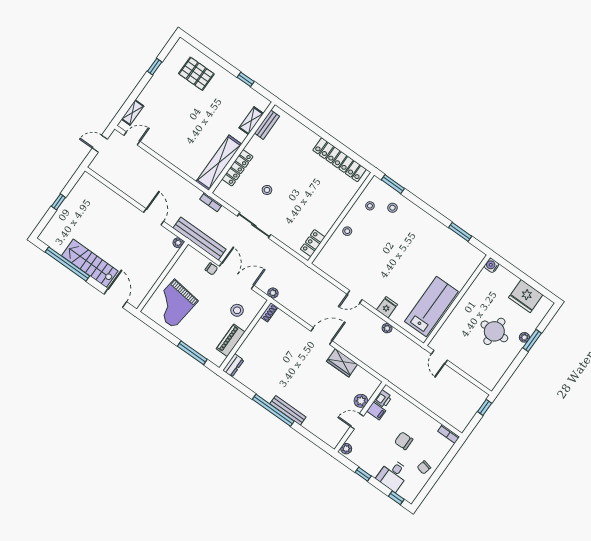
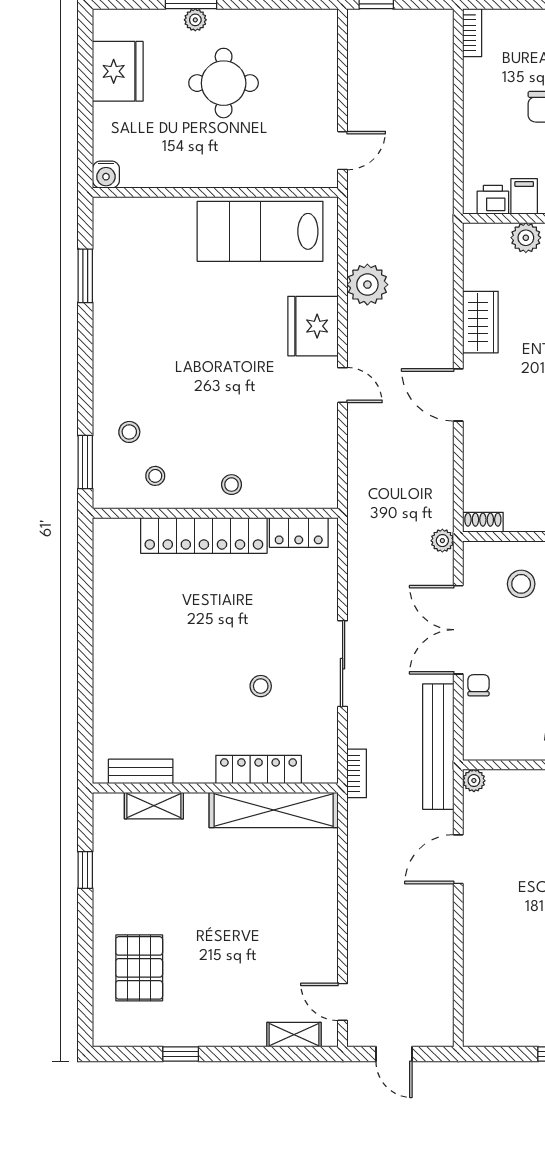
locker: (340, 160) -> (204, 535), moved, turned 90
fridge: (387, 307) -> (313, 326), width x1.88, depth x1.34
plant: (387, 328) -> (367, 285), width x1.88, depth x1.88

